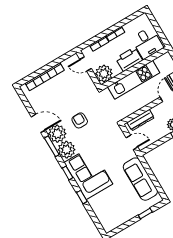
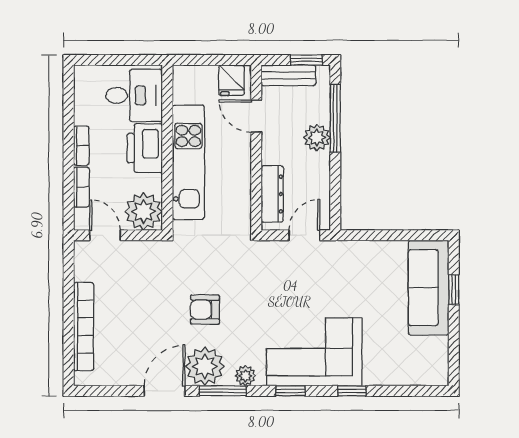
door: (86, 64) -> (105, 235), swing flipped
plant: (67, 150) -> (245, 376), width x0.53, depth x0.53
sofa: (140, 179) -> (429, 288), moved, turned 90

